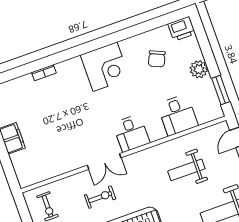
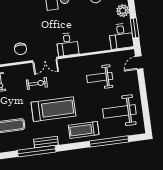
desk: (178, 115) -> (121, 36), moved
chair: (67, 153) -> (21, 49), added

